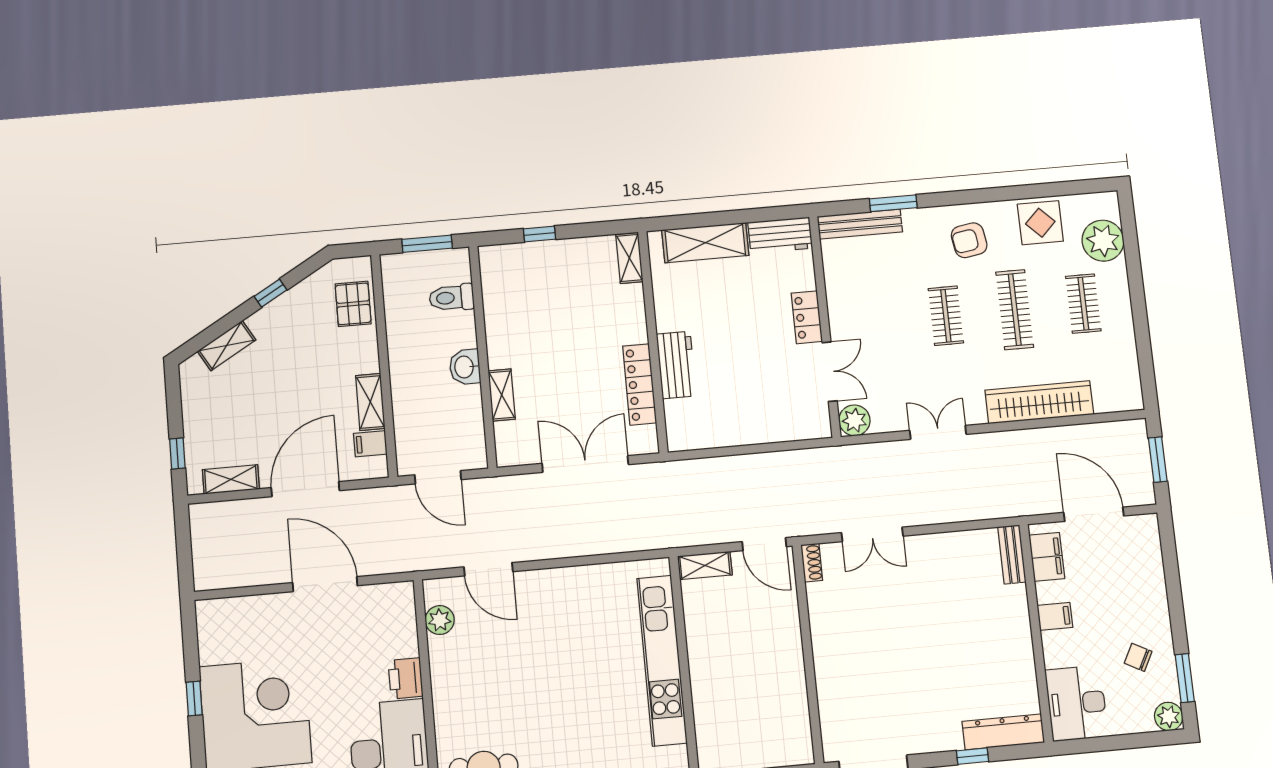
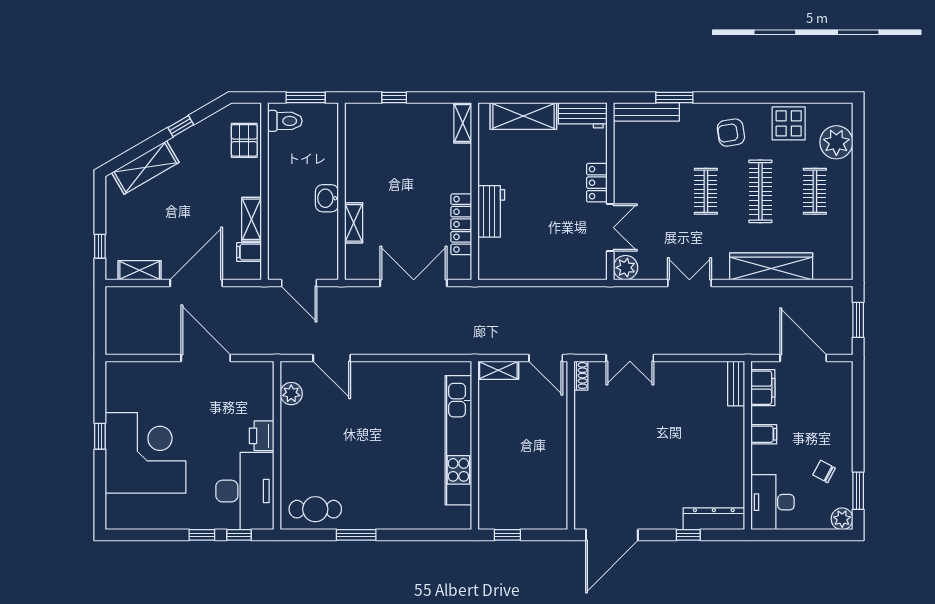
toilet: (452, 298) -> (285, 121), moved, turned 180
shelving: (227, 346) -> (145, 167), width x1.50, depth x1.33

